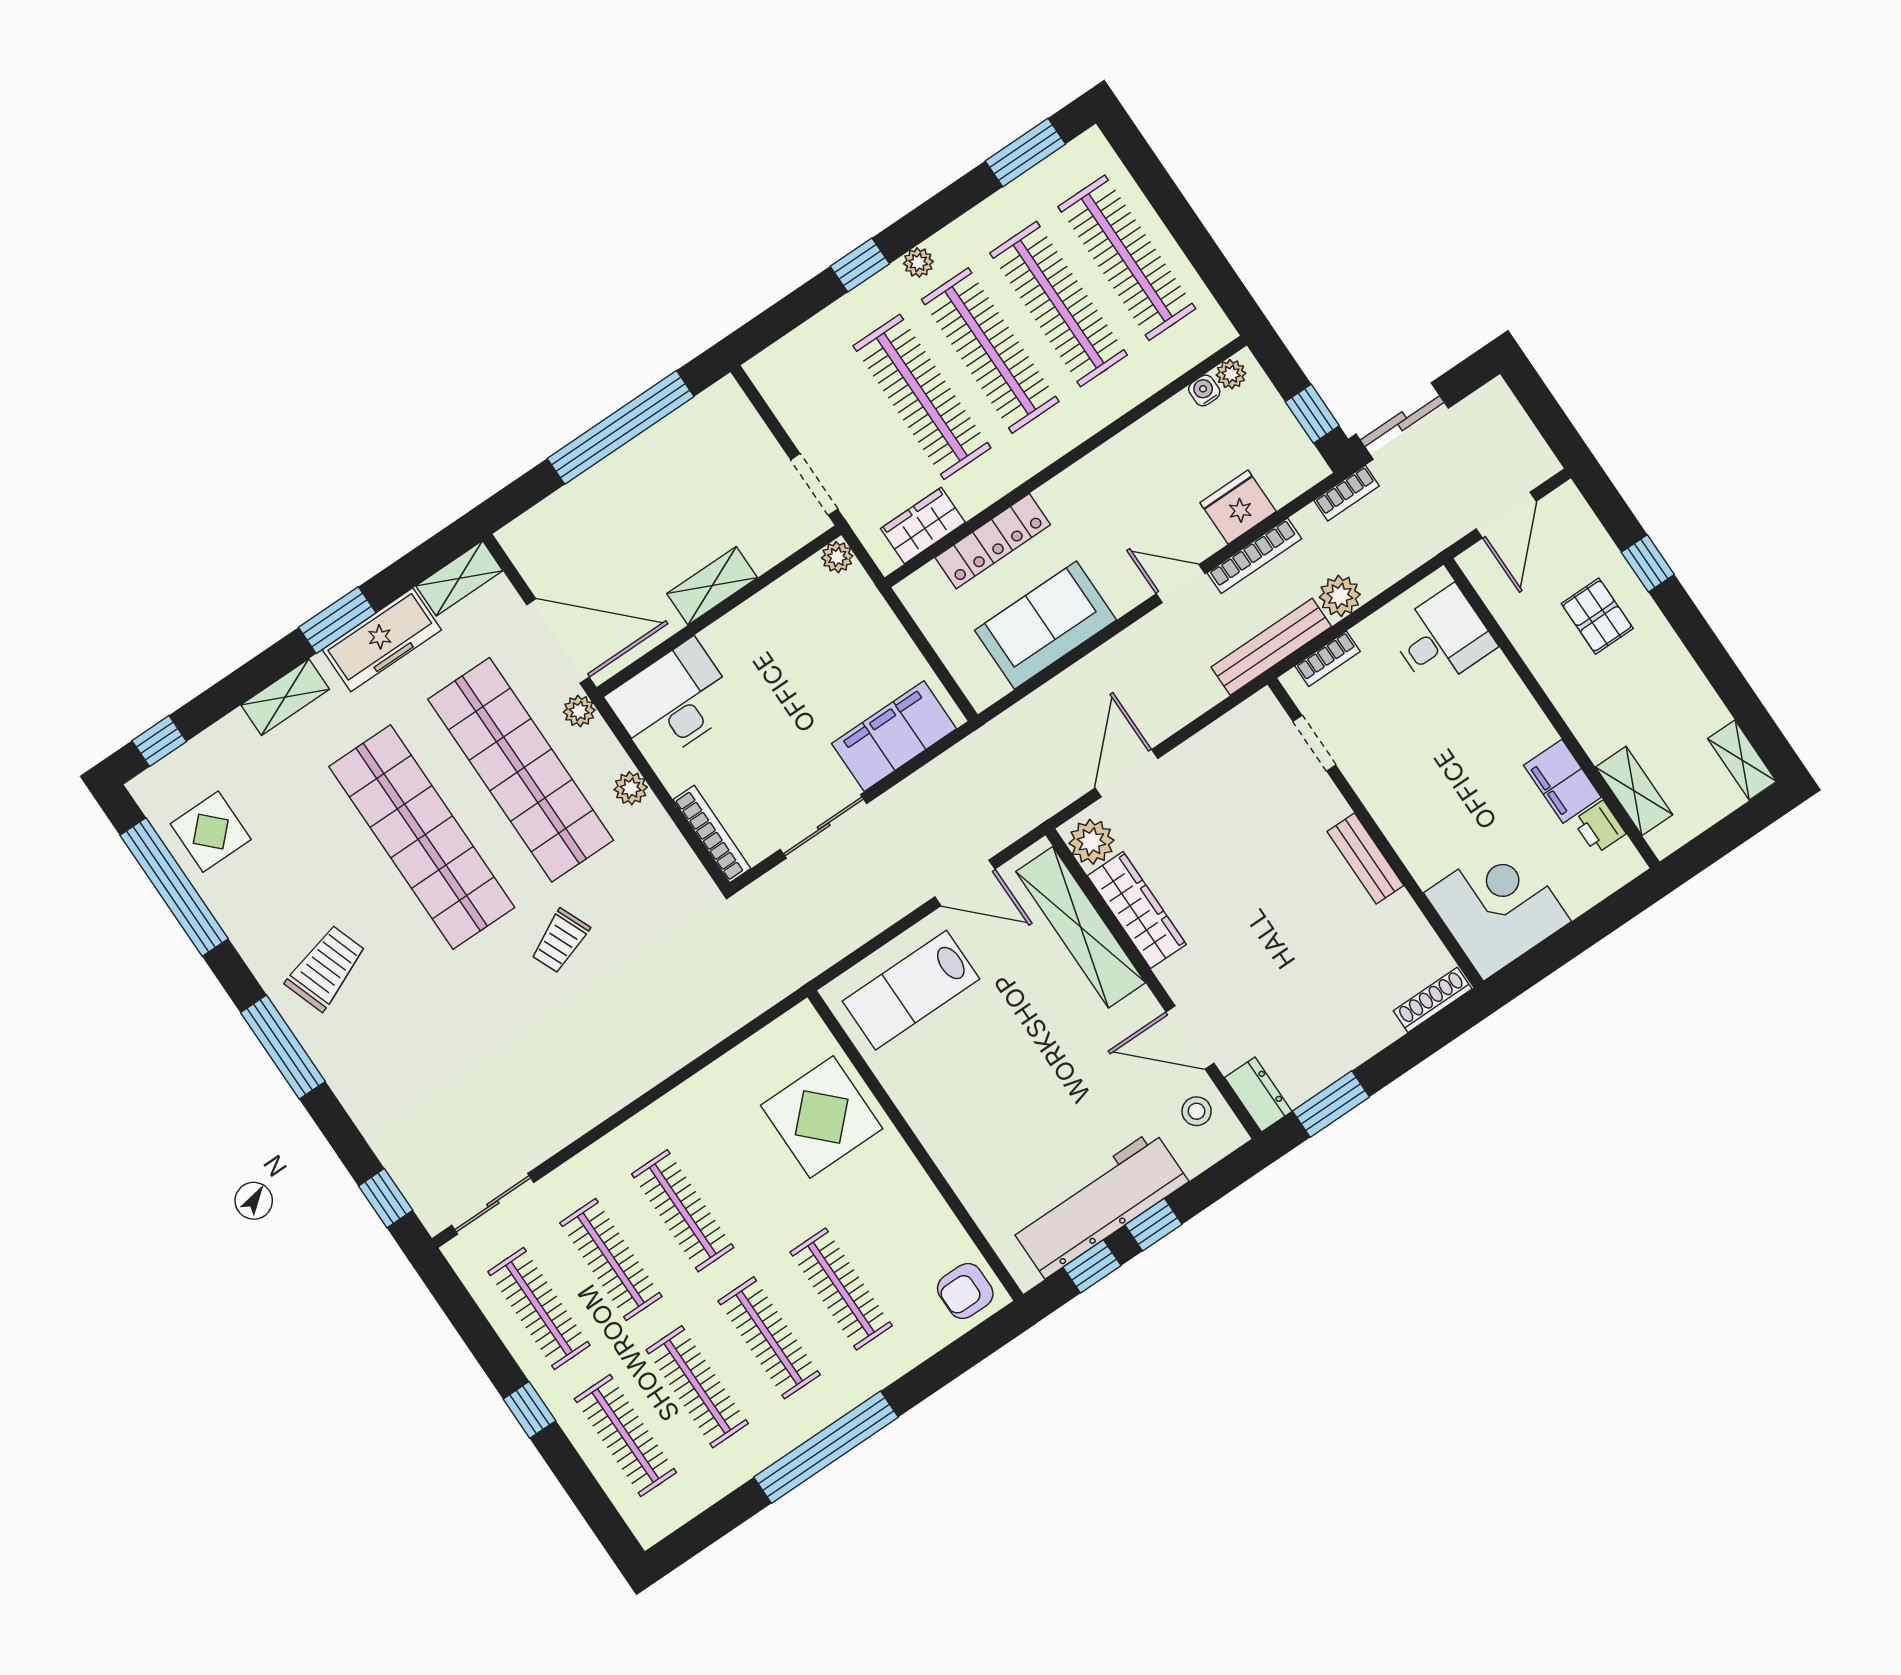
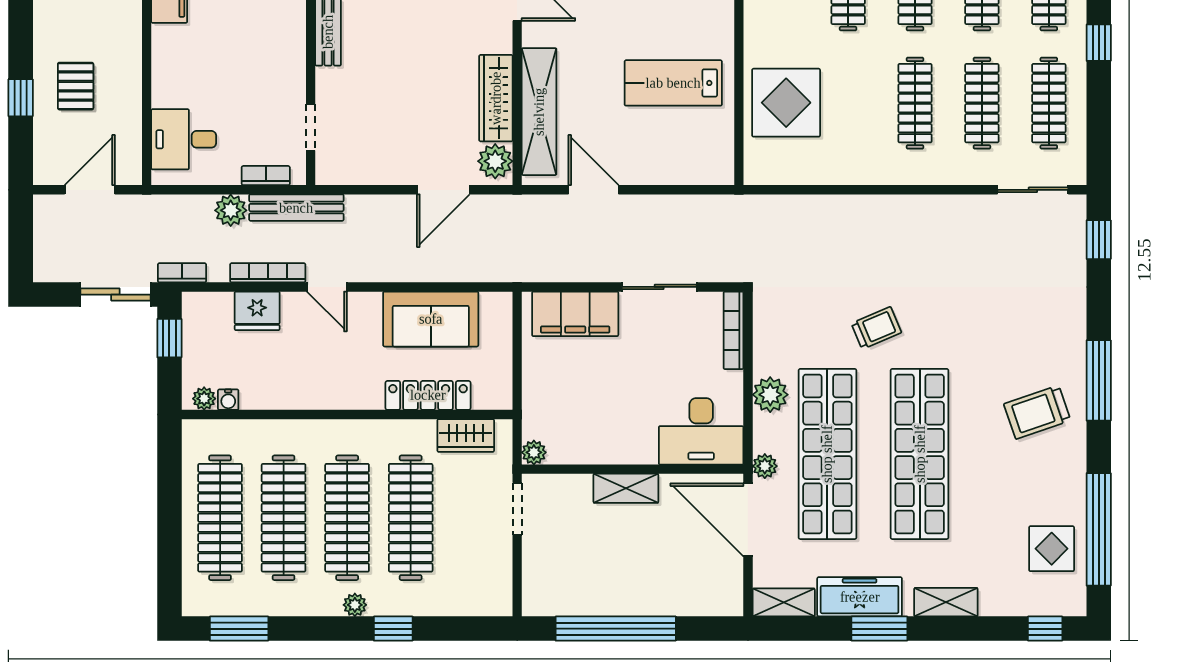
plant: (631, 788) -> (770, 395), width x1.38, depth x1.38
lab bench: (911, 990) -> (673, 83), moved, turned 180

